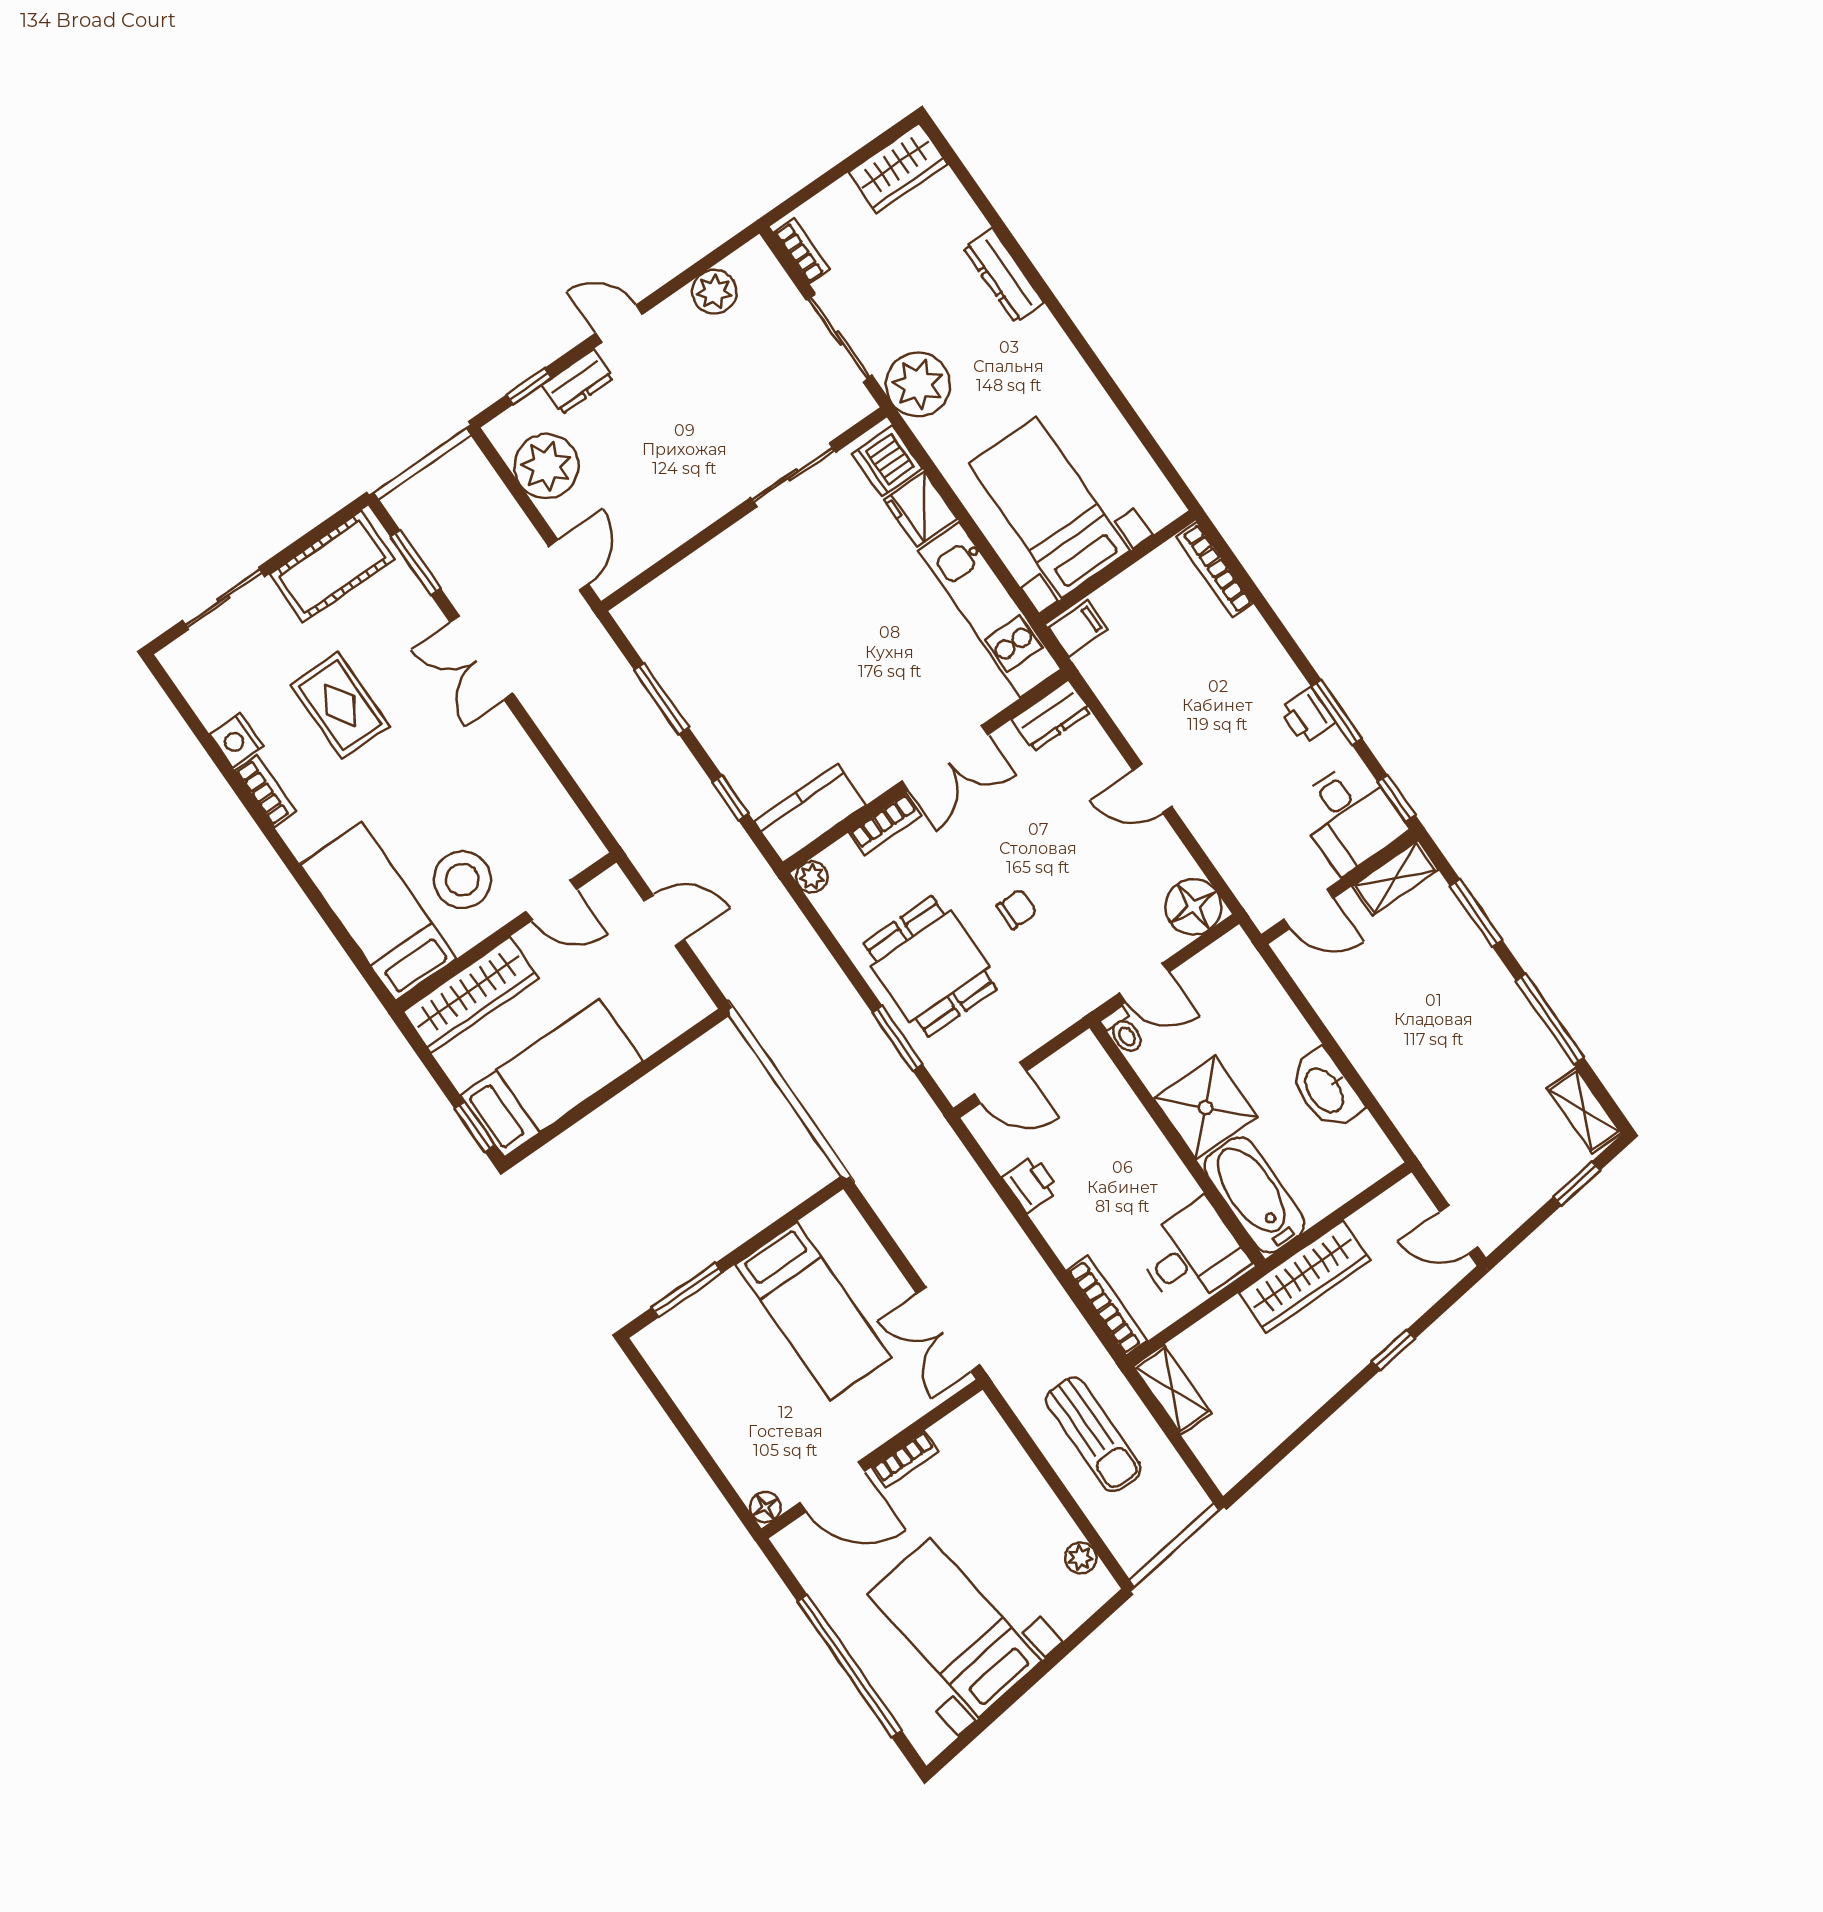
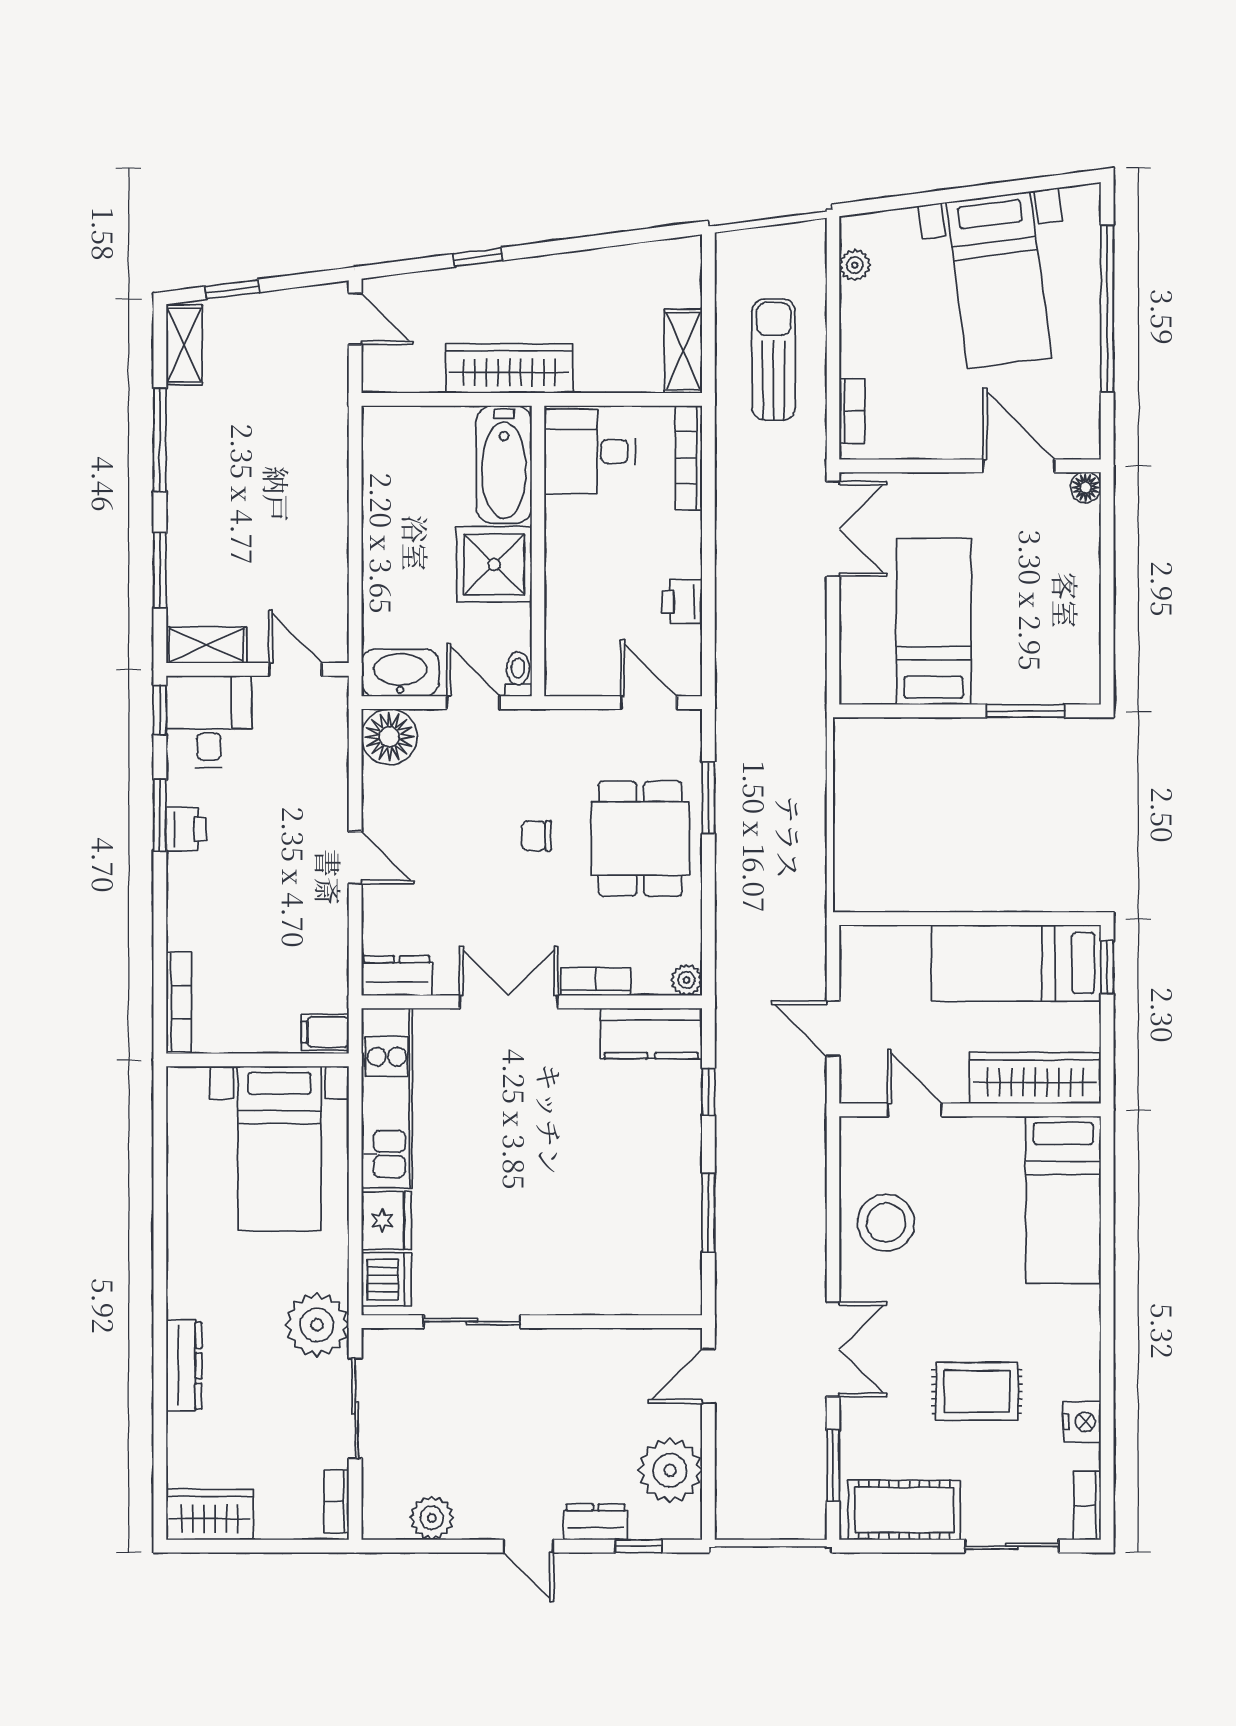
rug: (340, 705) -> (977, 1391), turned 90
bookcase: (265, 791) -> (1087, 1505), moved
stool: (462, 880) -> (886, 1223), moved
washbasin: (1325, 1089) -> (400, 673), moved, turned -90
bookcase: (905, 1459) -> (852, 411), moved, turned 90

